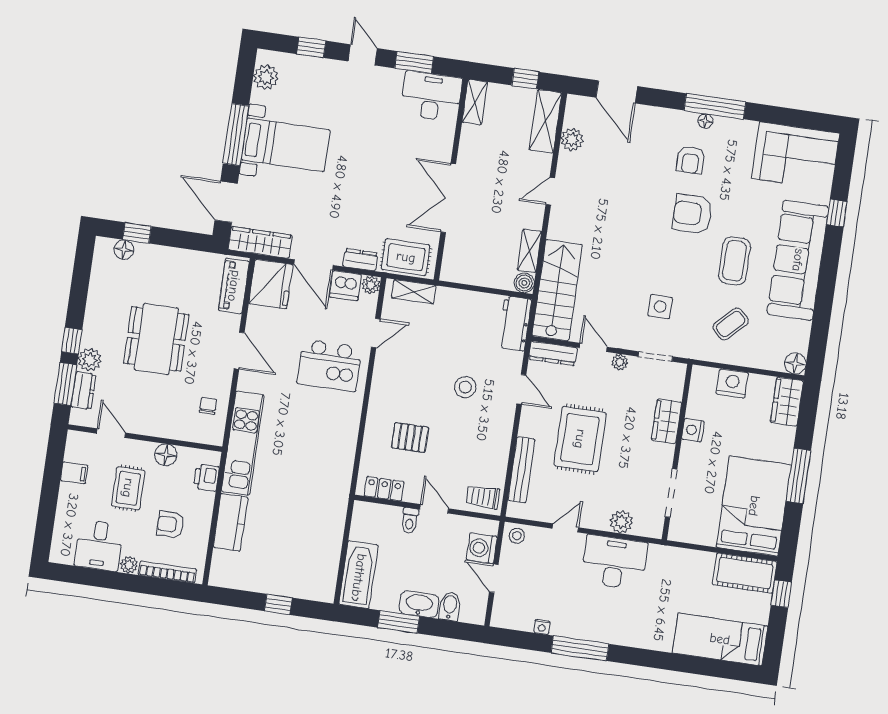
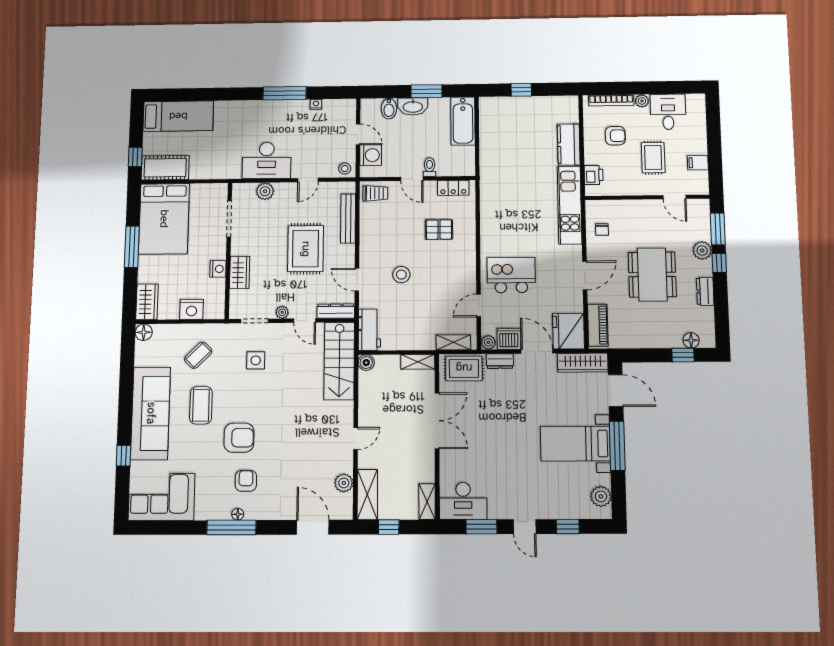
shelving: (529, 251) -> (418, 362), moved, turned 90
door: (239, 351) -> (585, 275), swing flipped
dresser: (83, 391) -> (705, 291), moved
floor lamp: (166, 455) -> (628, 187), removed

